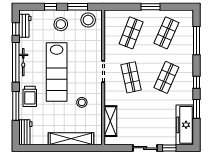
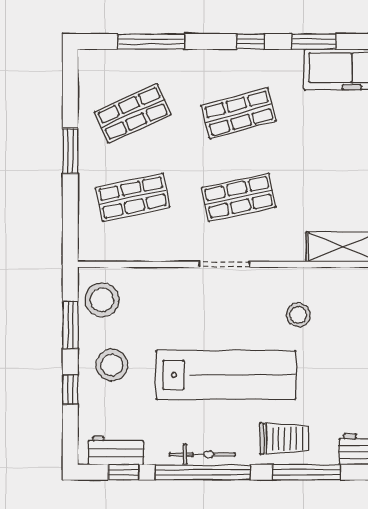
shop shelf: (131, 33) -> (133, 197), turned -33
shop shelf: (166, 33) -> (133, 113), turned -48
shop shelf: (166, 77) -> (239, 113), turned -39

